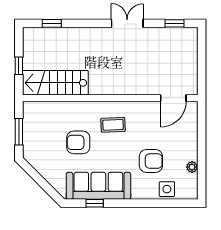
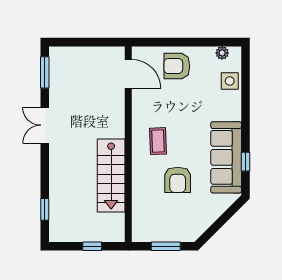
window: (175, 23) -> (45, 72), width x1.50
stairs: (55, 83) -> (111, 176), moved
armchair: (151, 161) -> (177, 66), moved, turned -90
plant: (192, 167) -> (222, 53), moved

